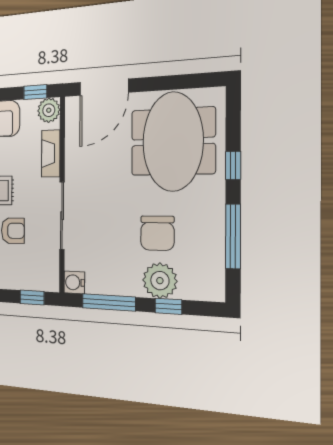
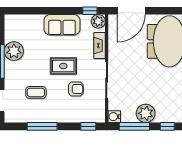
chair: (157, 233) -> (161, 89), removed
plant: (160, 281) -> (146, 113), moved

